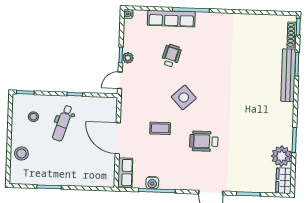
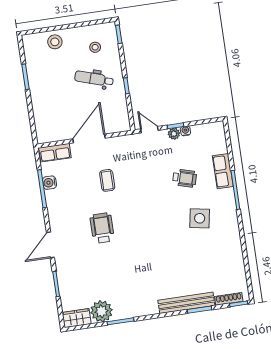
water cooler: (128, 14) -> (185, 131), moved
row of seats: (171, 19) -> (223, 171), width x0.68
side table: (184, 97) -> (200, 218), moved, turned -37

